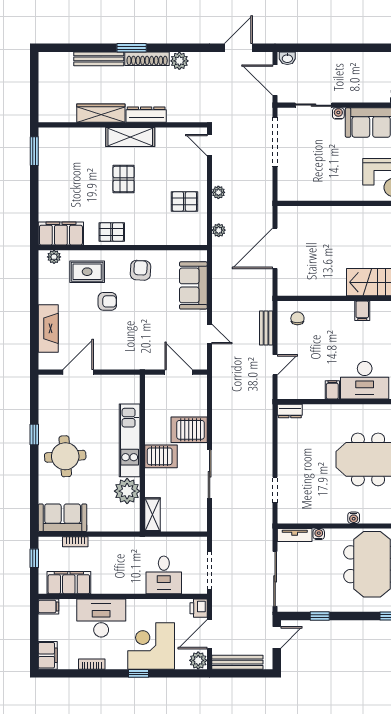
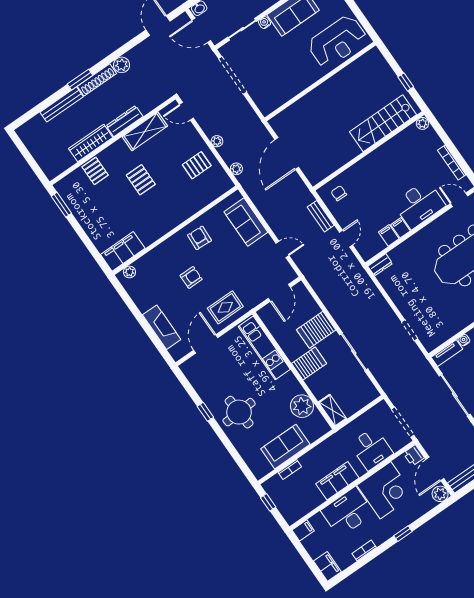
shelving: (130, 137) -> (145, 131), moved
pallet: (112, 232) -> (95, 171), moved, turned 90
rug: (87, 272) -> (225, 307), moved
filing cabinet: (362, 311) -> (389, 235), moved, turned 180
door: (179, 372) -> (279, 293), swing flipped
kitchen unit: (130, 440) -> (264, 348), moved
sofa: (63, 518) -> (285, 447), moved
filing cabinet: (69, 583) -> (337, 481), moved
corner desk: (151, 646) -> (385, 490), moved, turned 180

